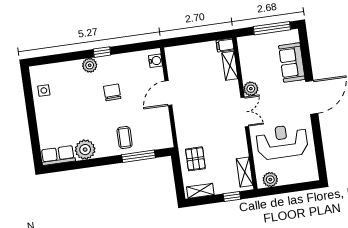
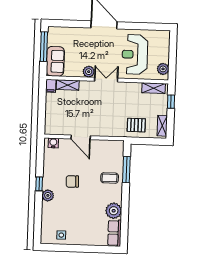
sofa: (292, 62) -> (55, 61), moved, turned -90

